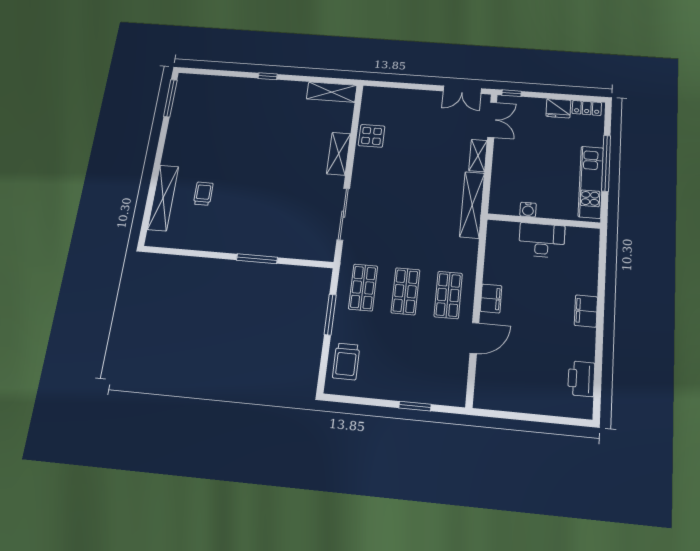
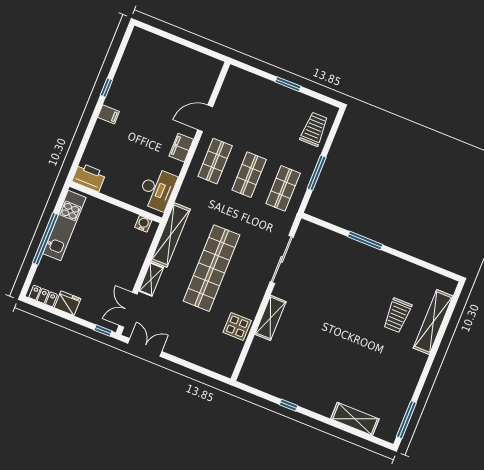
window: (268, 76) -> (289, 405), moved
shelving: (332, 92) -> (355, 419), moved
shop shelf: (417, 185) -> (212, 268), added
trolley: (203, 194) -> (397, 315), width x1.36, depth x1.39
water cooler: (528, 210) -> (143, 224), moved
desk: (542, 240) -> (157, 189), moved, turned -90
filing cabinet: (586, 311) -> (108, 114), width x0.50
window: (599, 340) -> (106, 88), added
printer: (581, 379) -> (89, 177), moved, turned -90
window: (415, 406) -> (288, 84), moved

